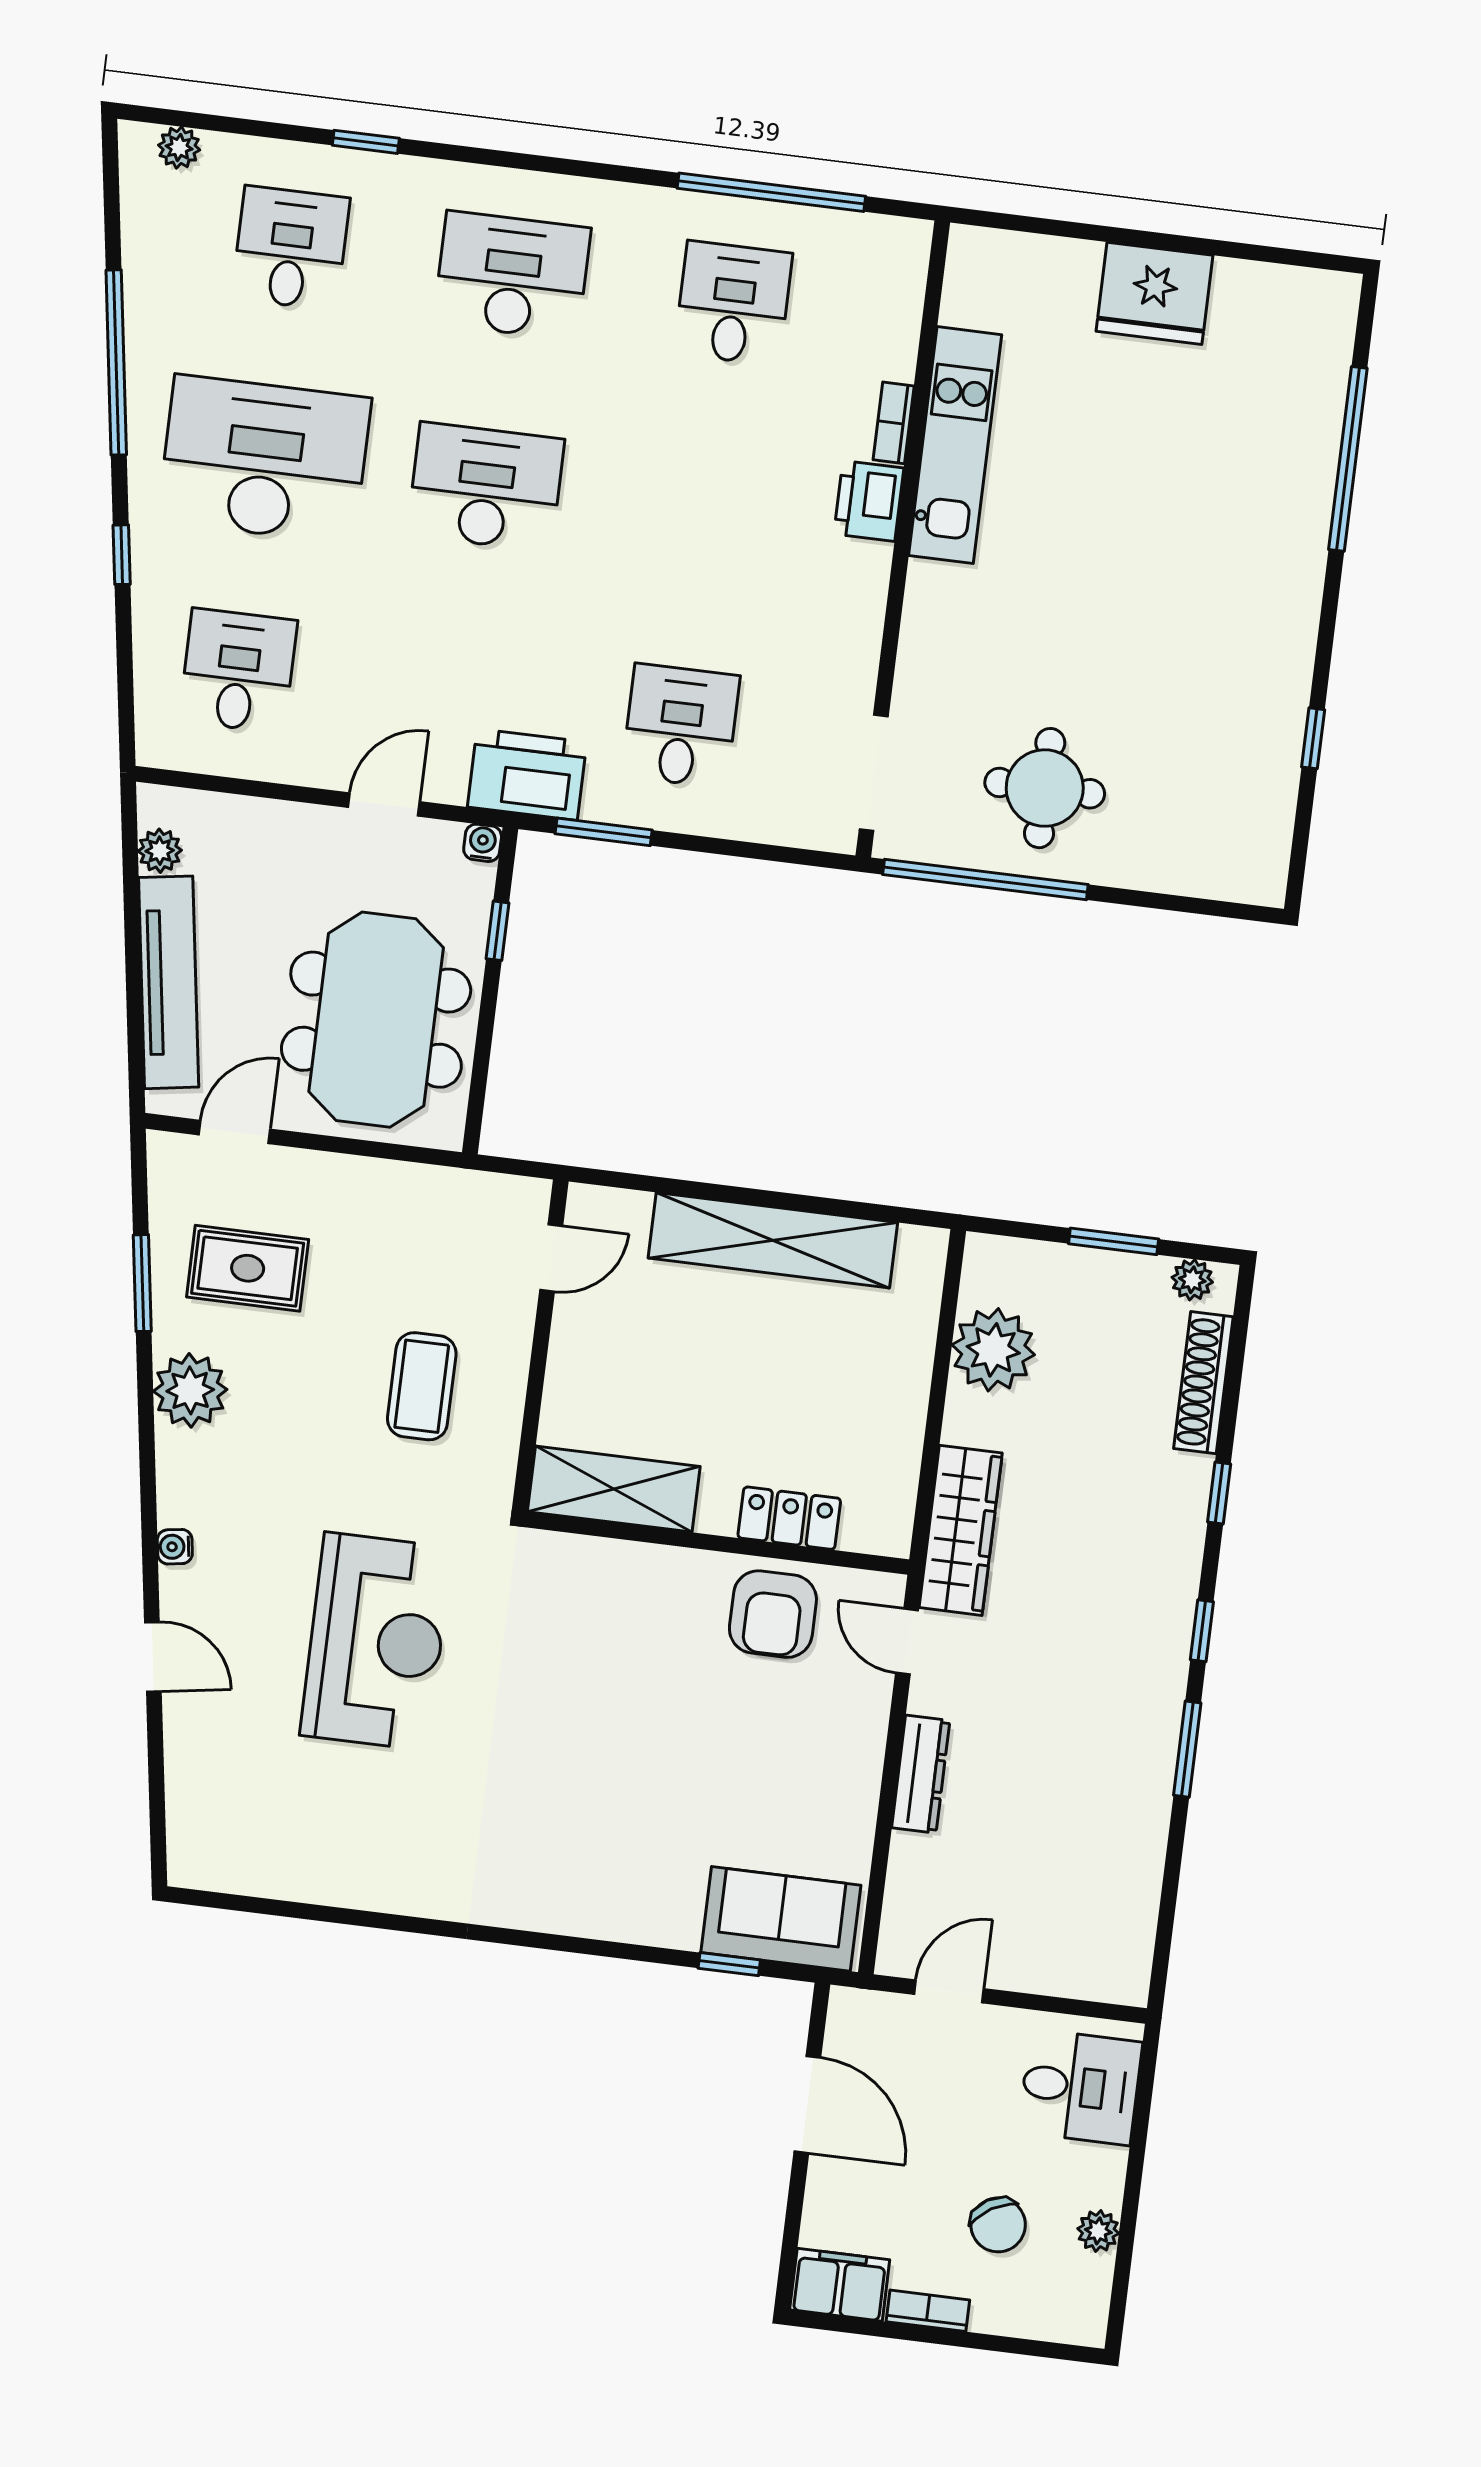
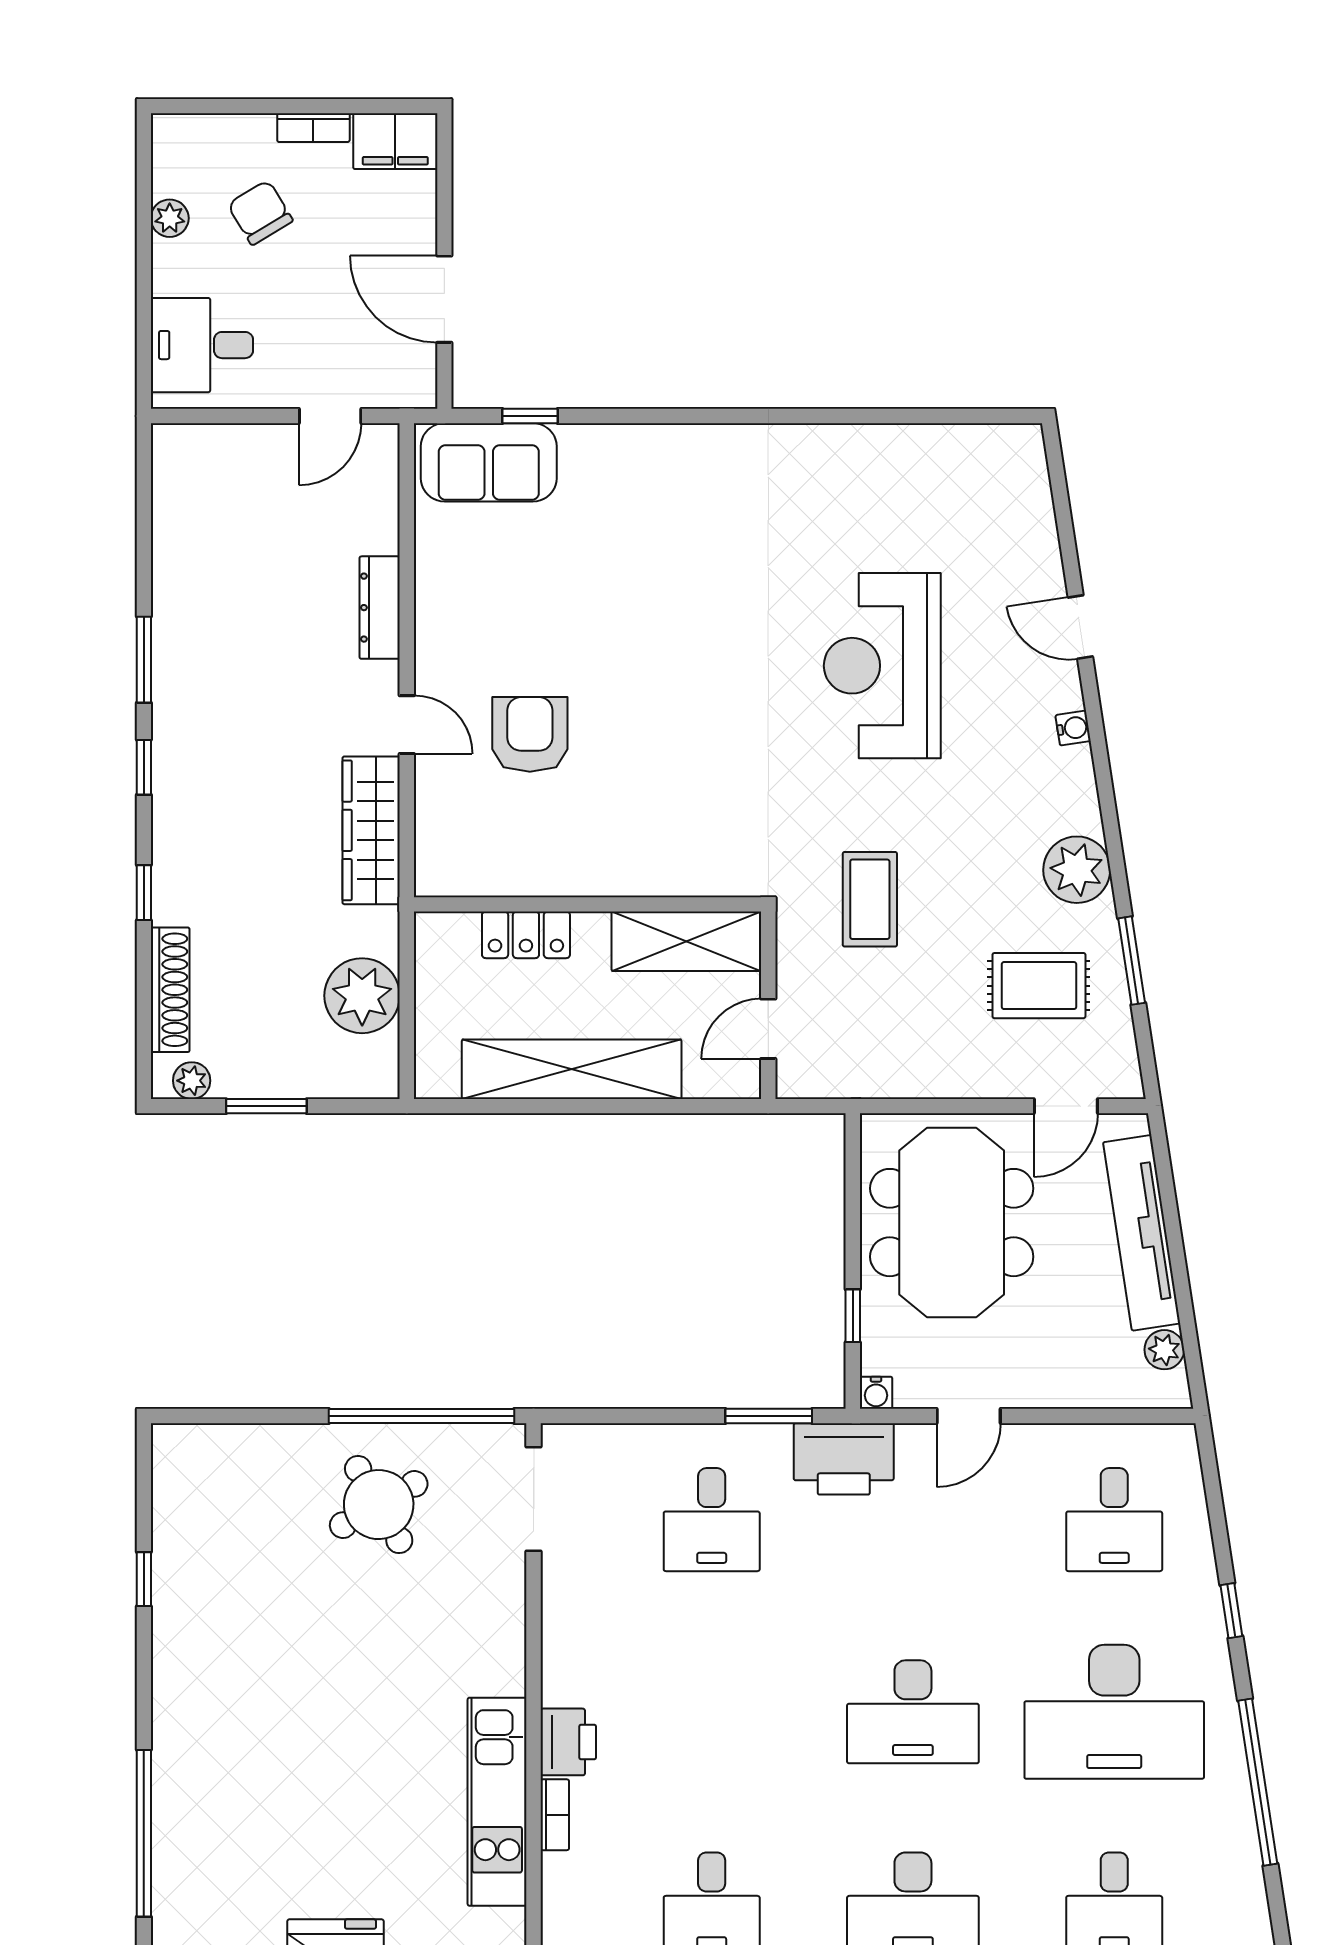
round table: (1045, 788) -> (379, 1505), turned -30
shelving: (614, 1489) -> (686, 941), moved
locker: (789, 1518) -> (526, 935), moved
wall: (717, 1543) -> (587, 904), moved

